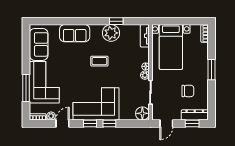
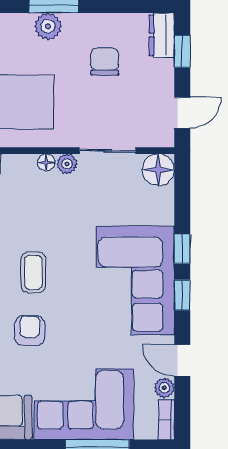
armchair: (75, 60) -> (30, 331), added
plant: (203, 67) -> (48, 26), added
dresser: (195, 115) -> (162, 35), width x0.70
door: (166, 124) -> (182, 113), hinge flipped

